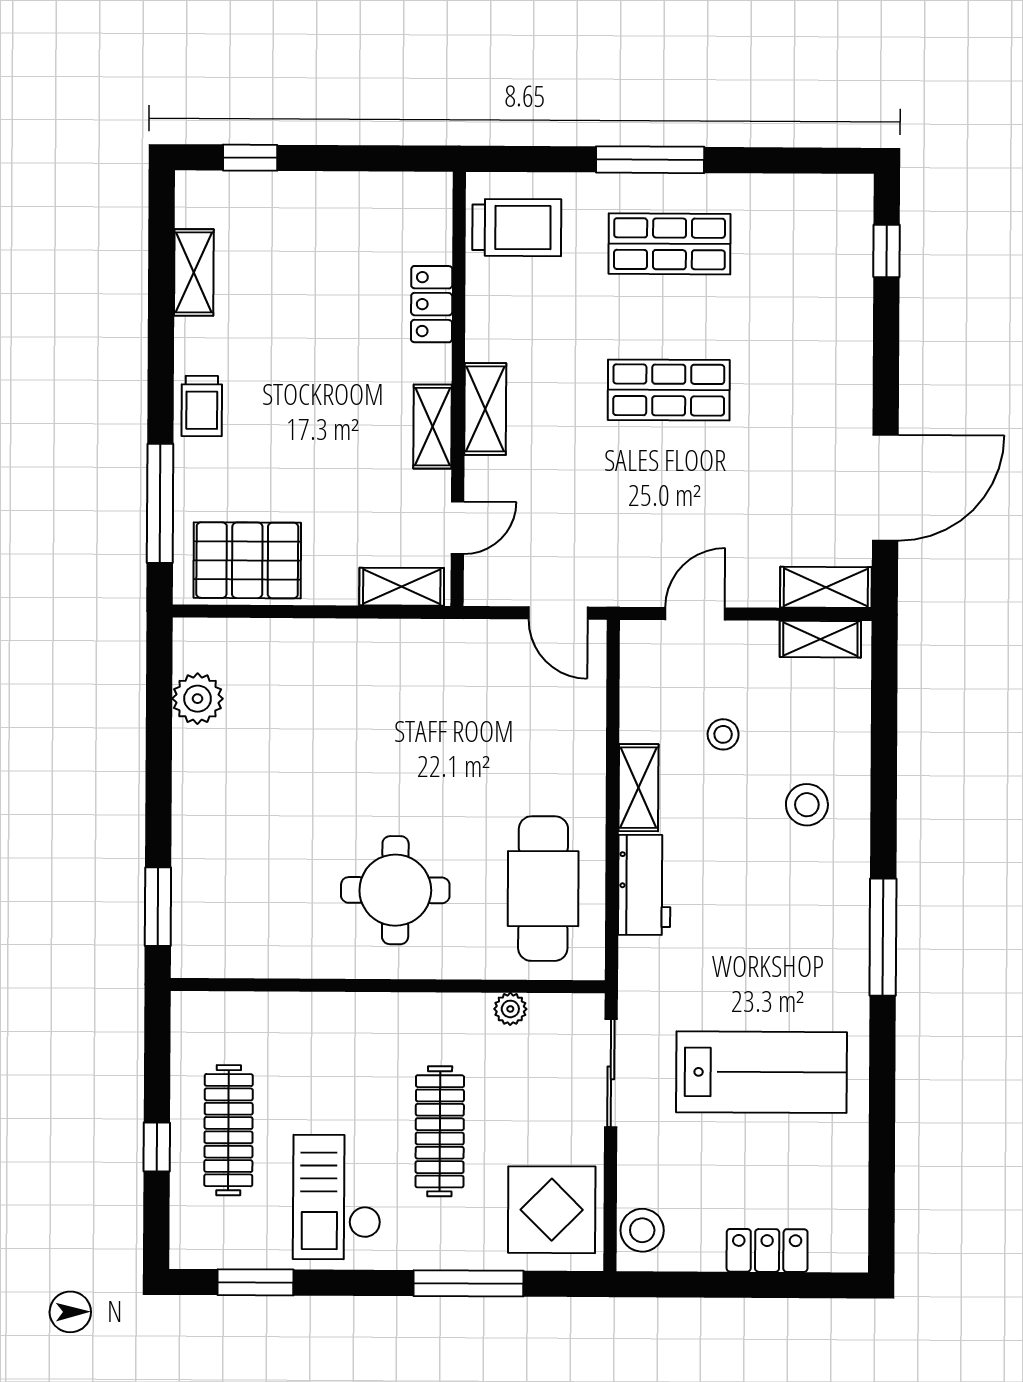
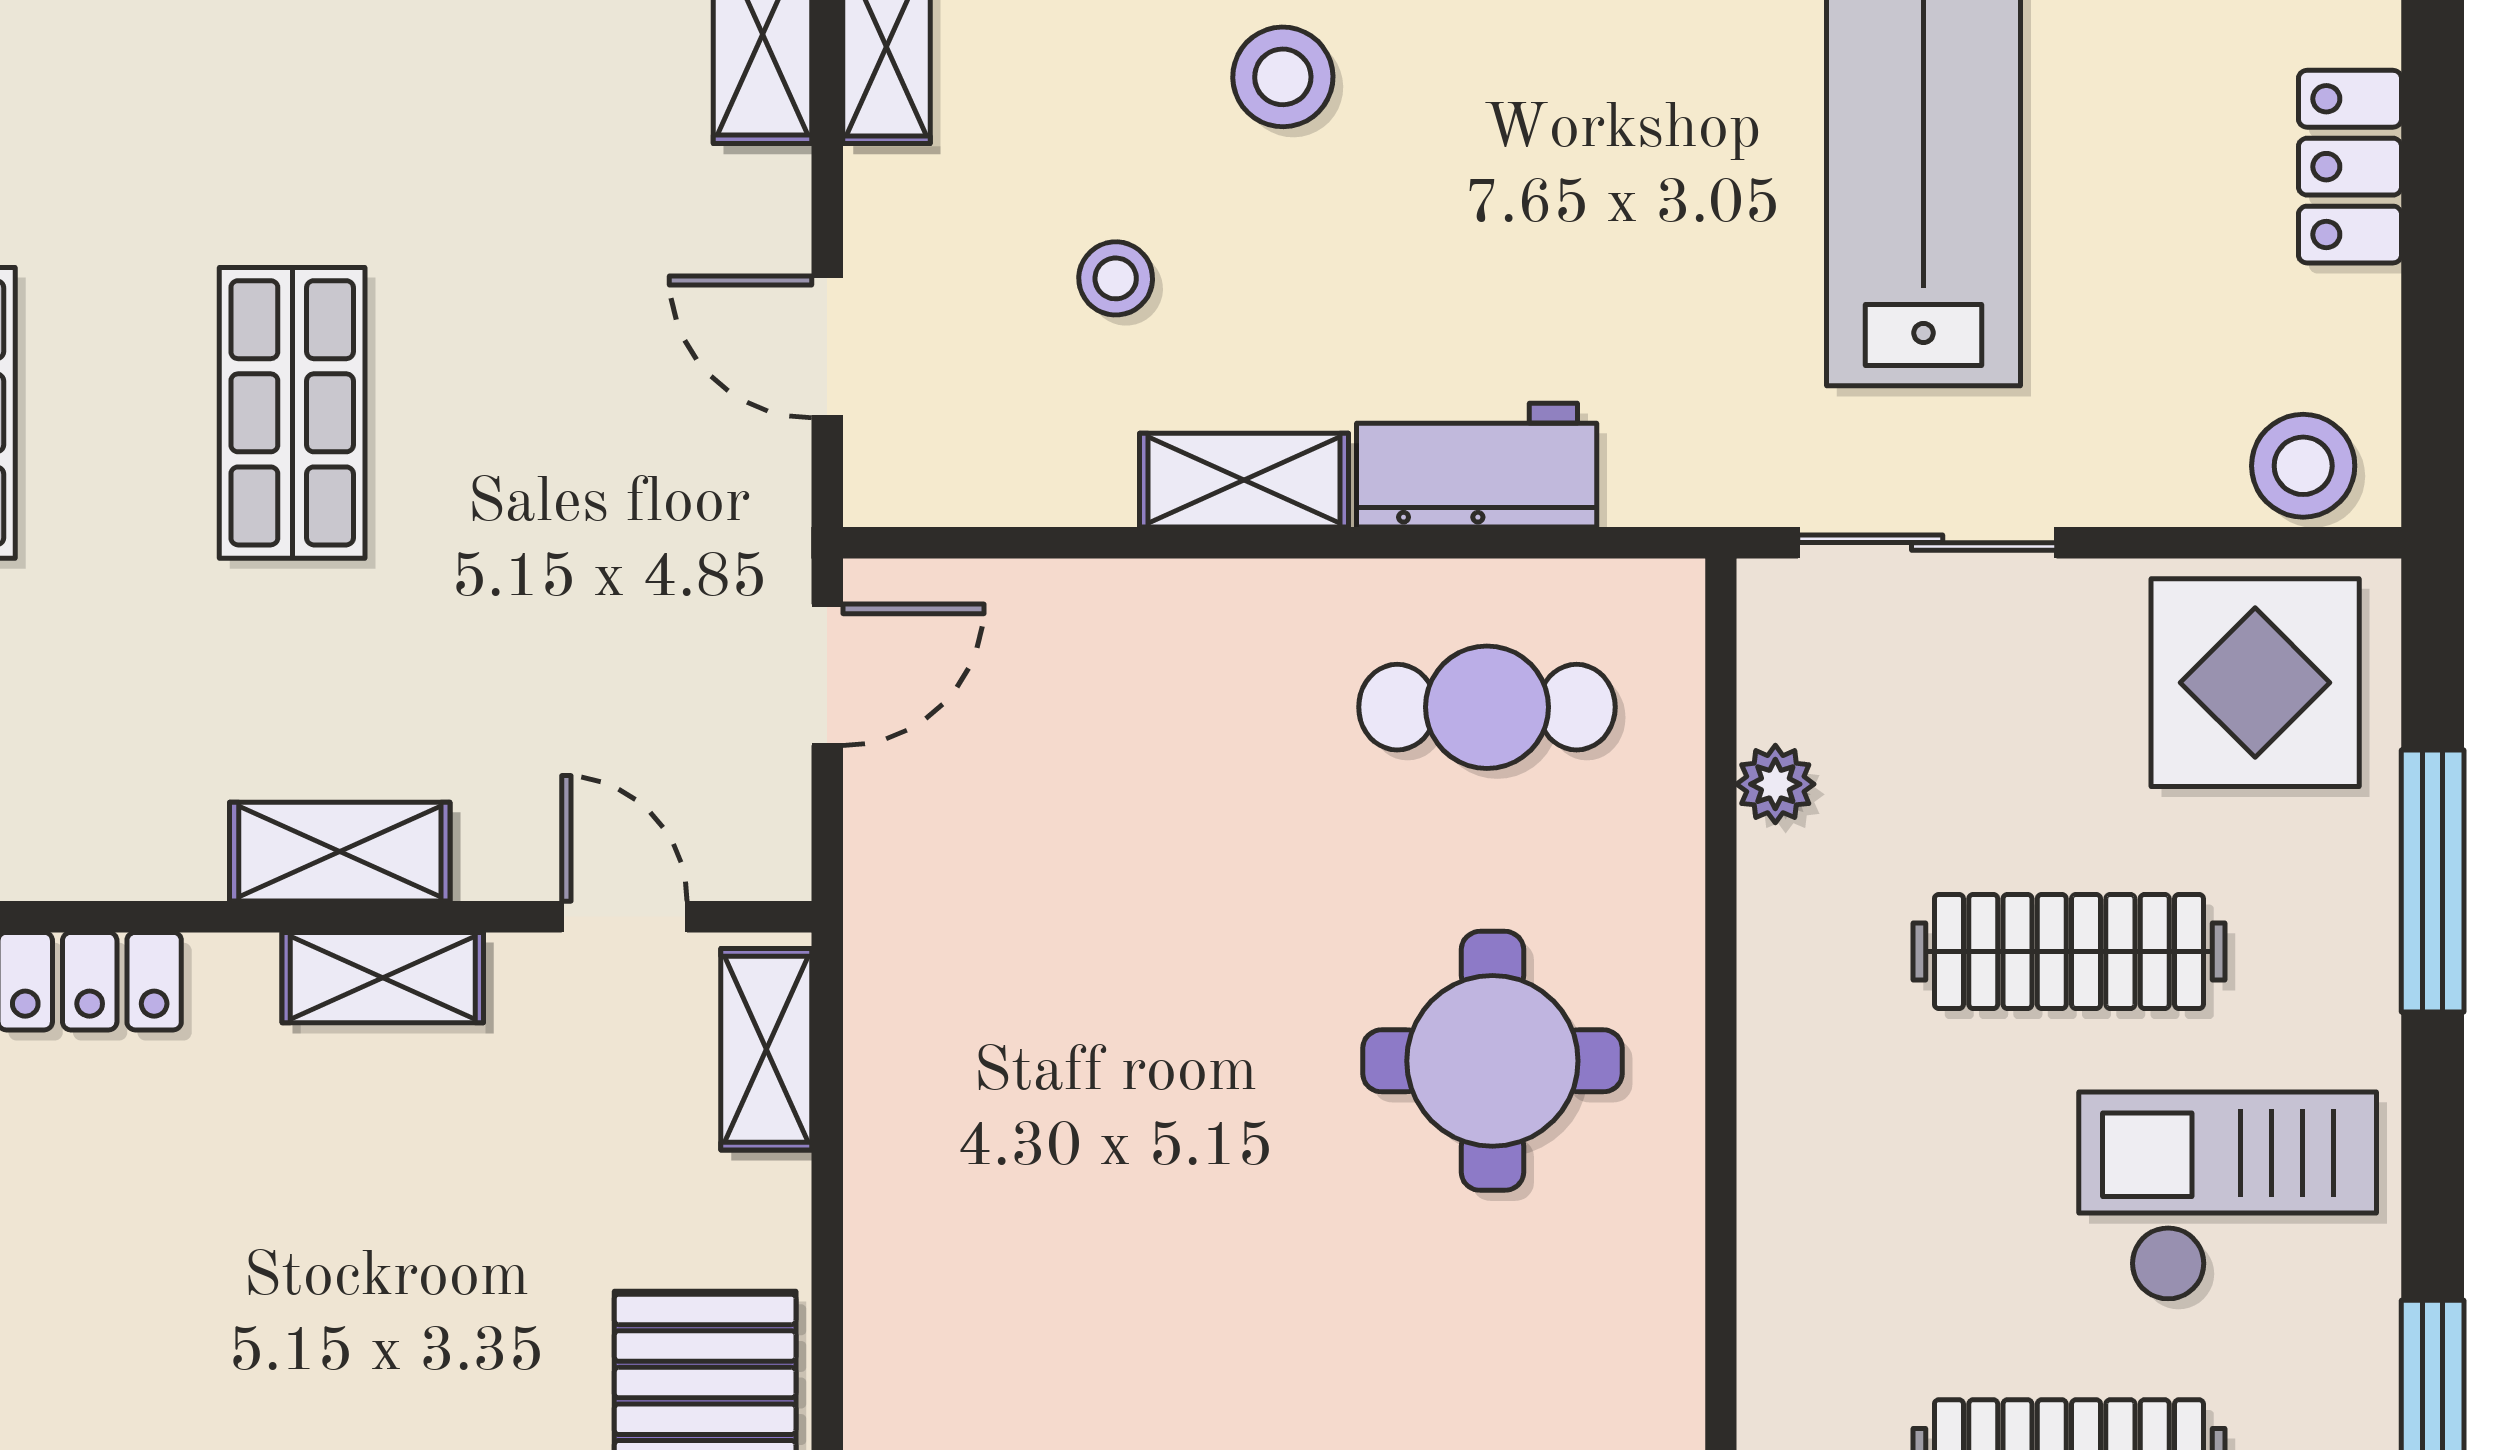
cafe table: (543, 889) -> (1487, 707), width x0.73, depth x0.74
checkout: (337, 1197) -> (2228, 1197), turned 180

